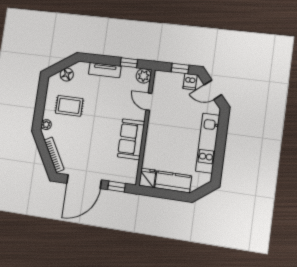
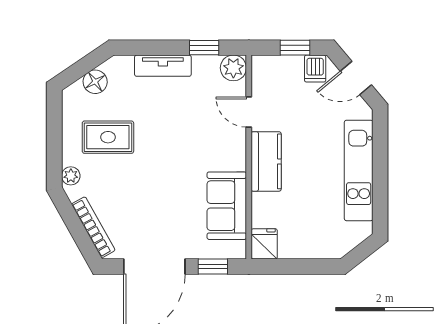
sofa: (131, 139) -> (227, 206), moved
kitchen counter: (173, 182) -> (266, 161), moved, turned 90

